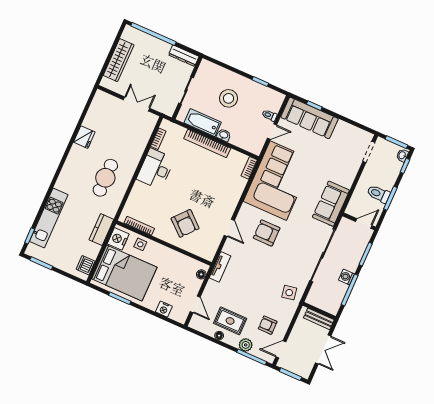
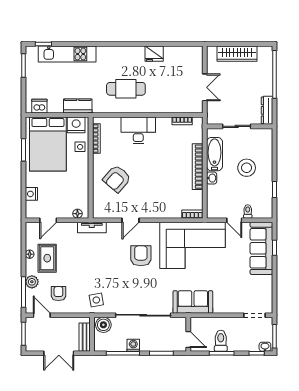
desk: (155, 169) -> (138, 130), moved
boiler: (315, 296) -> (103, 325), added

